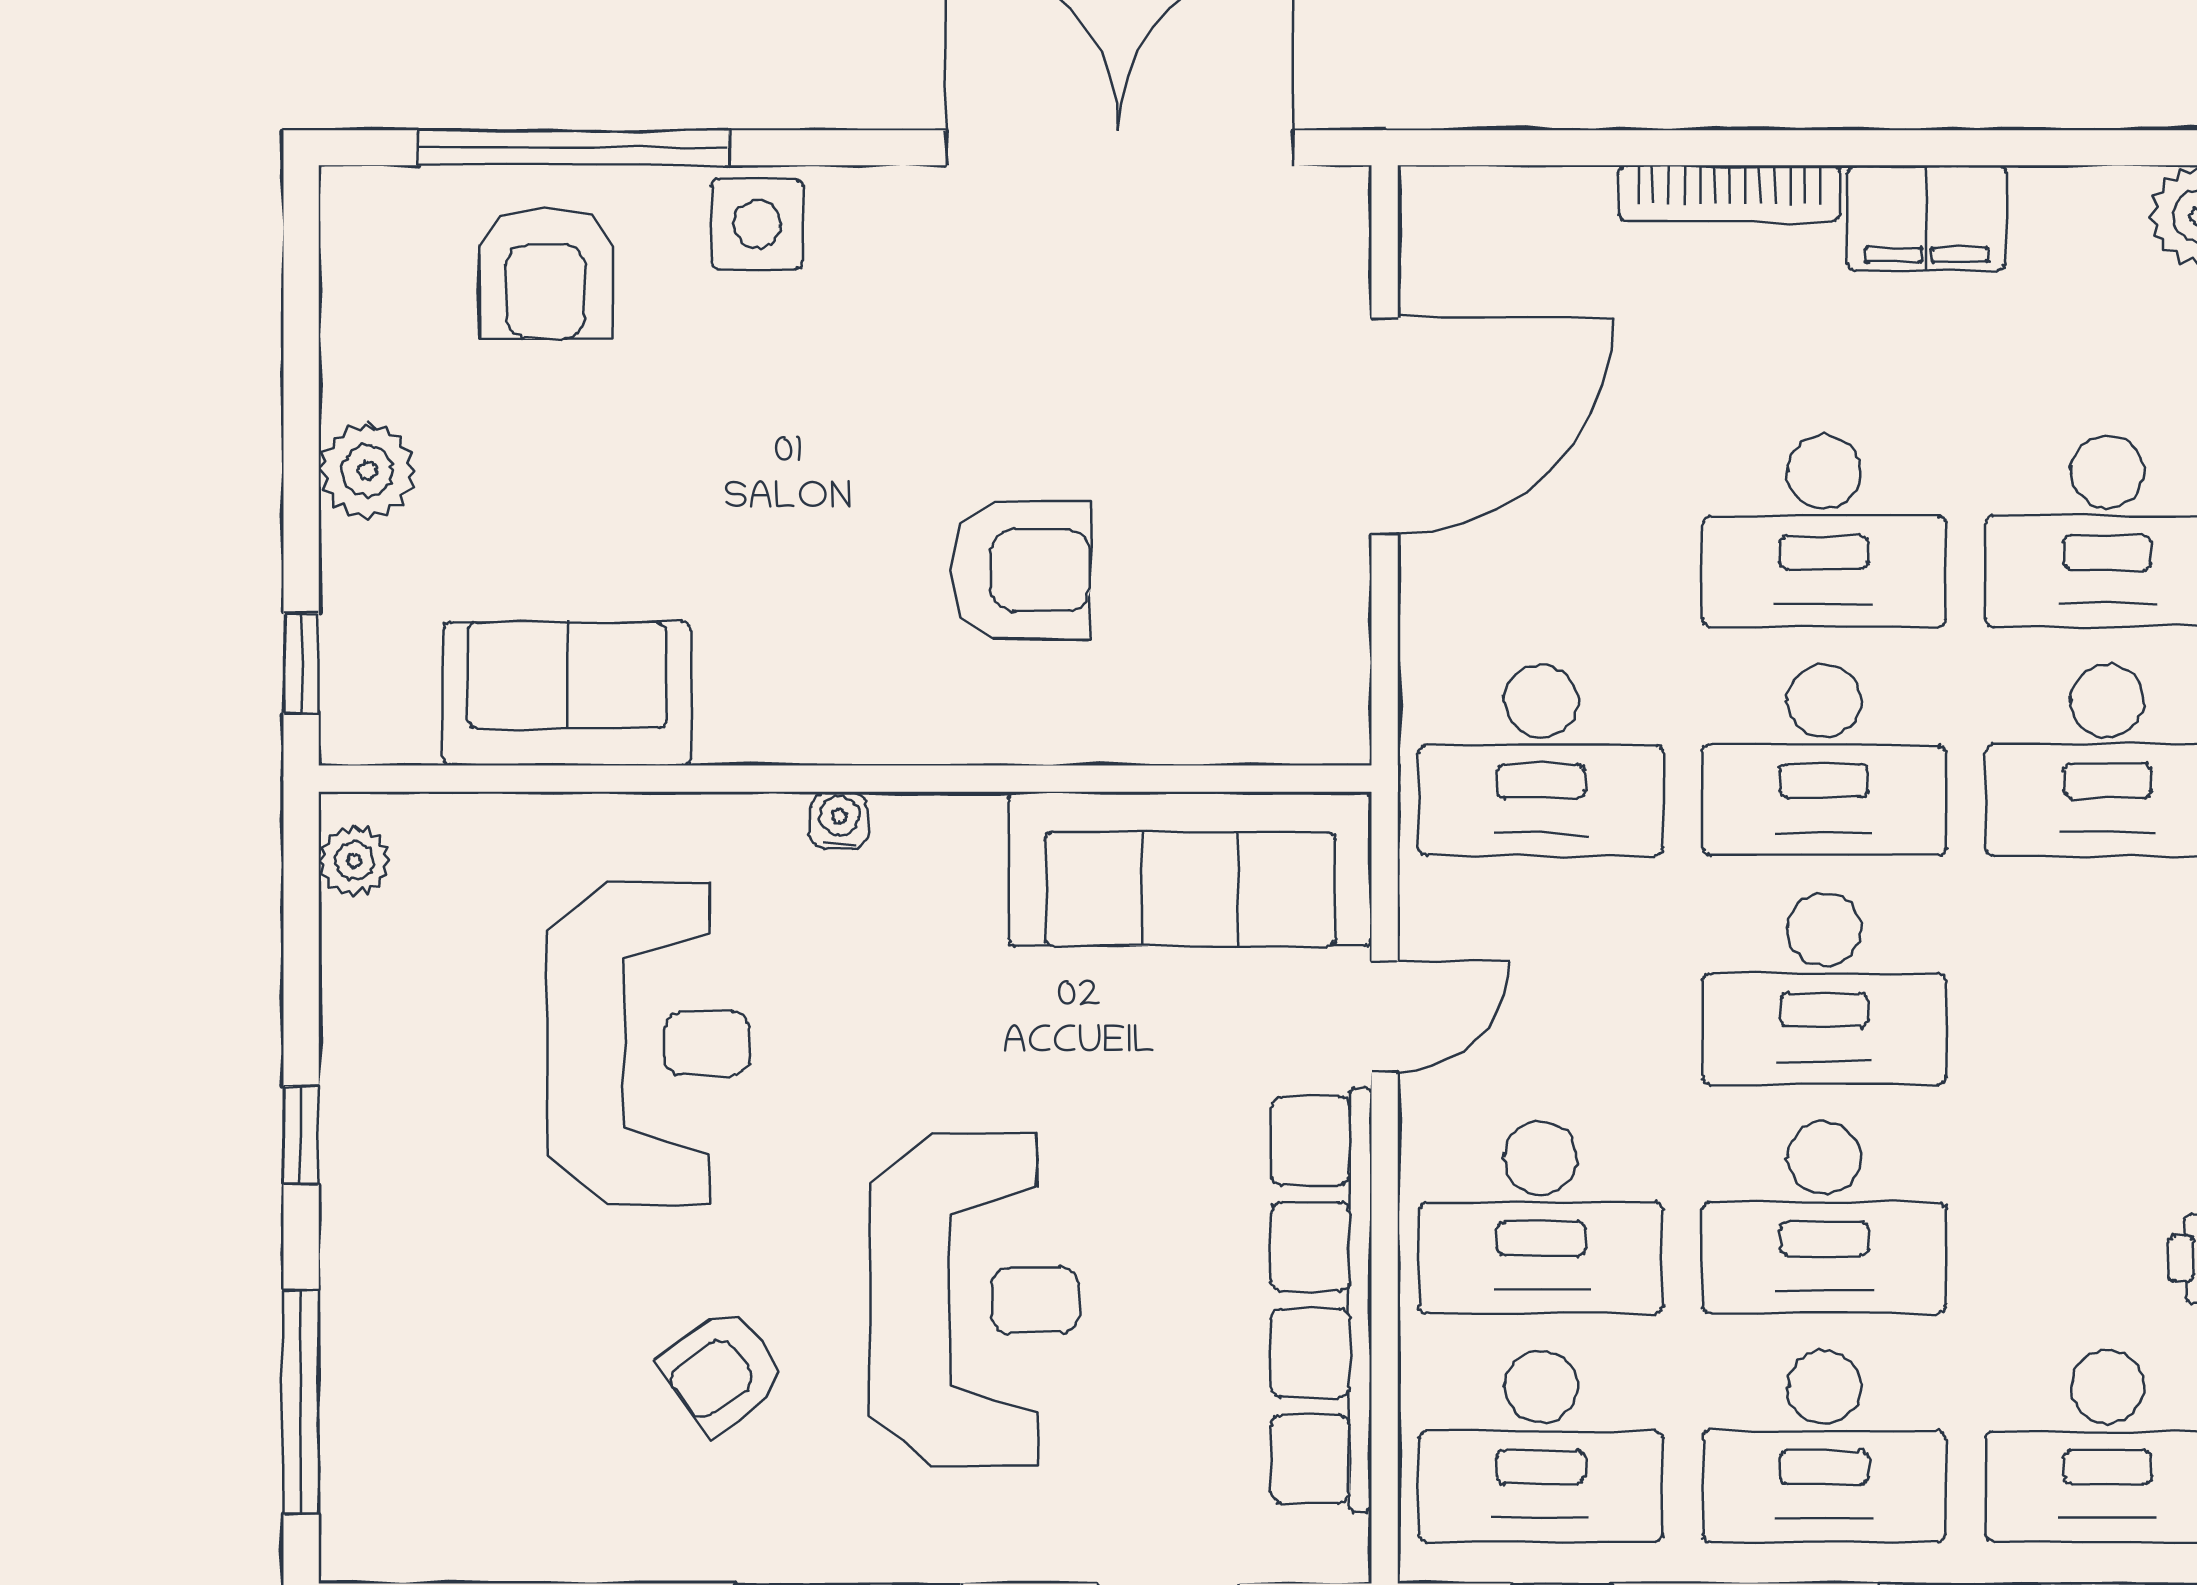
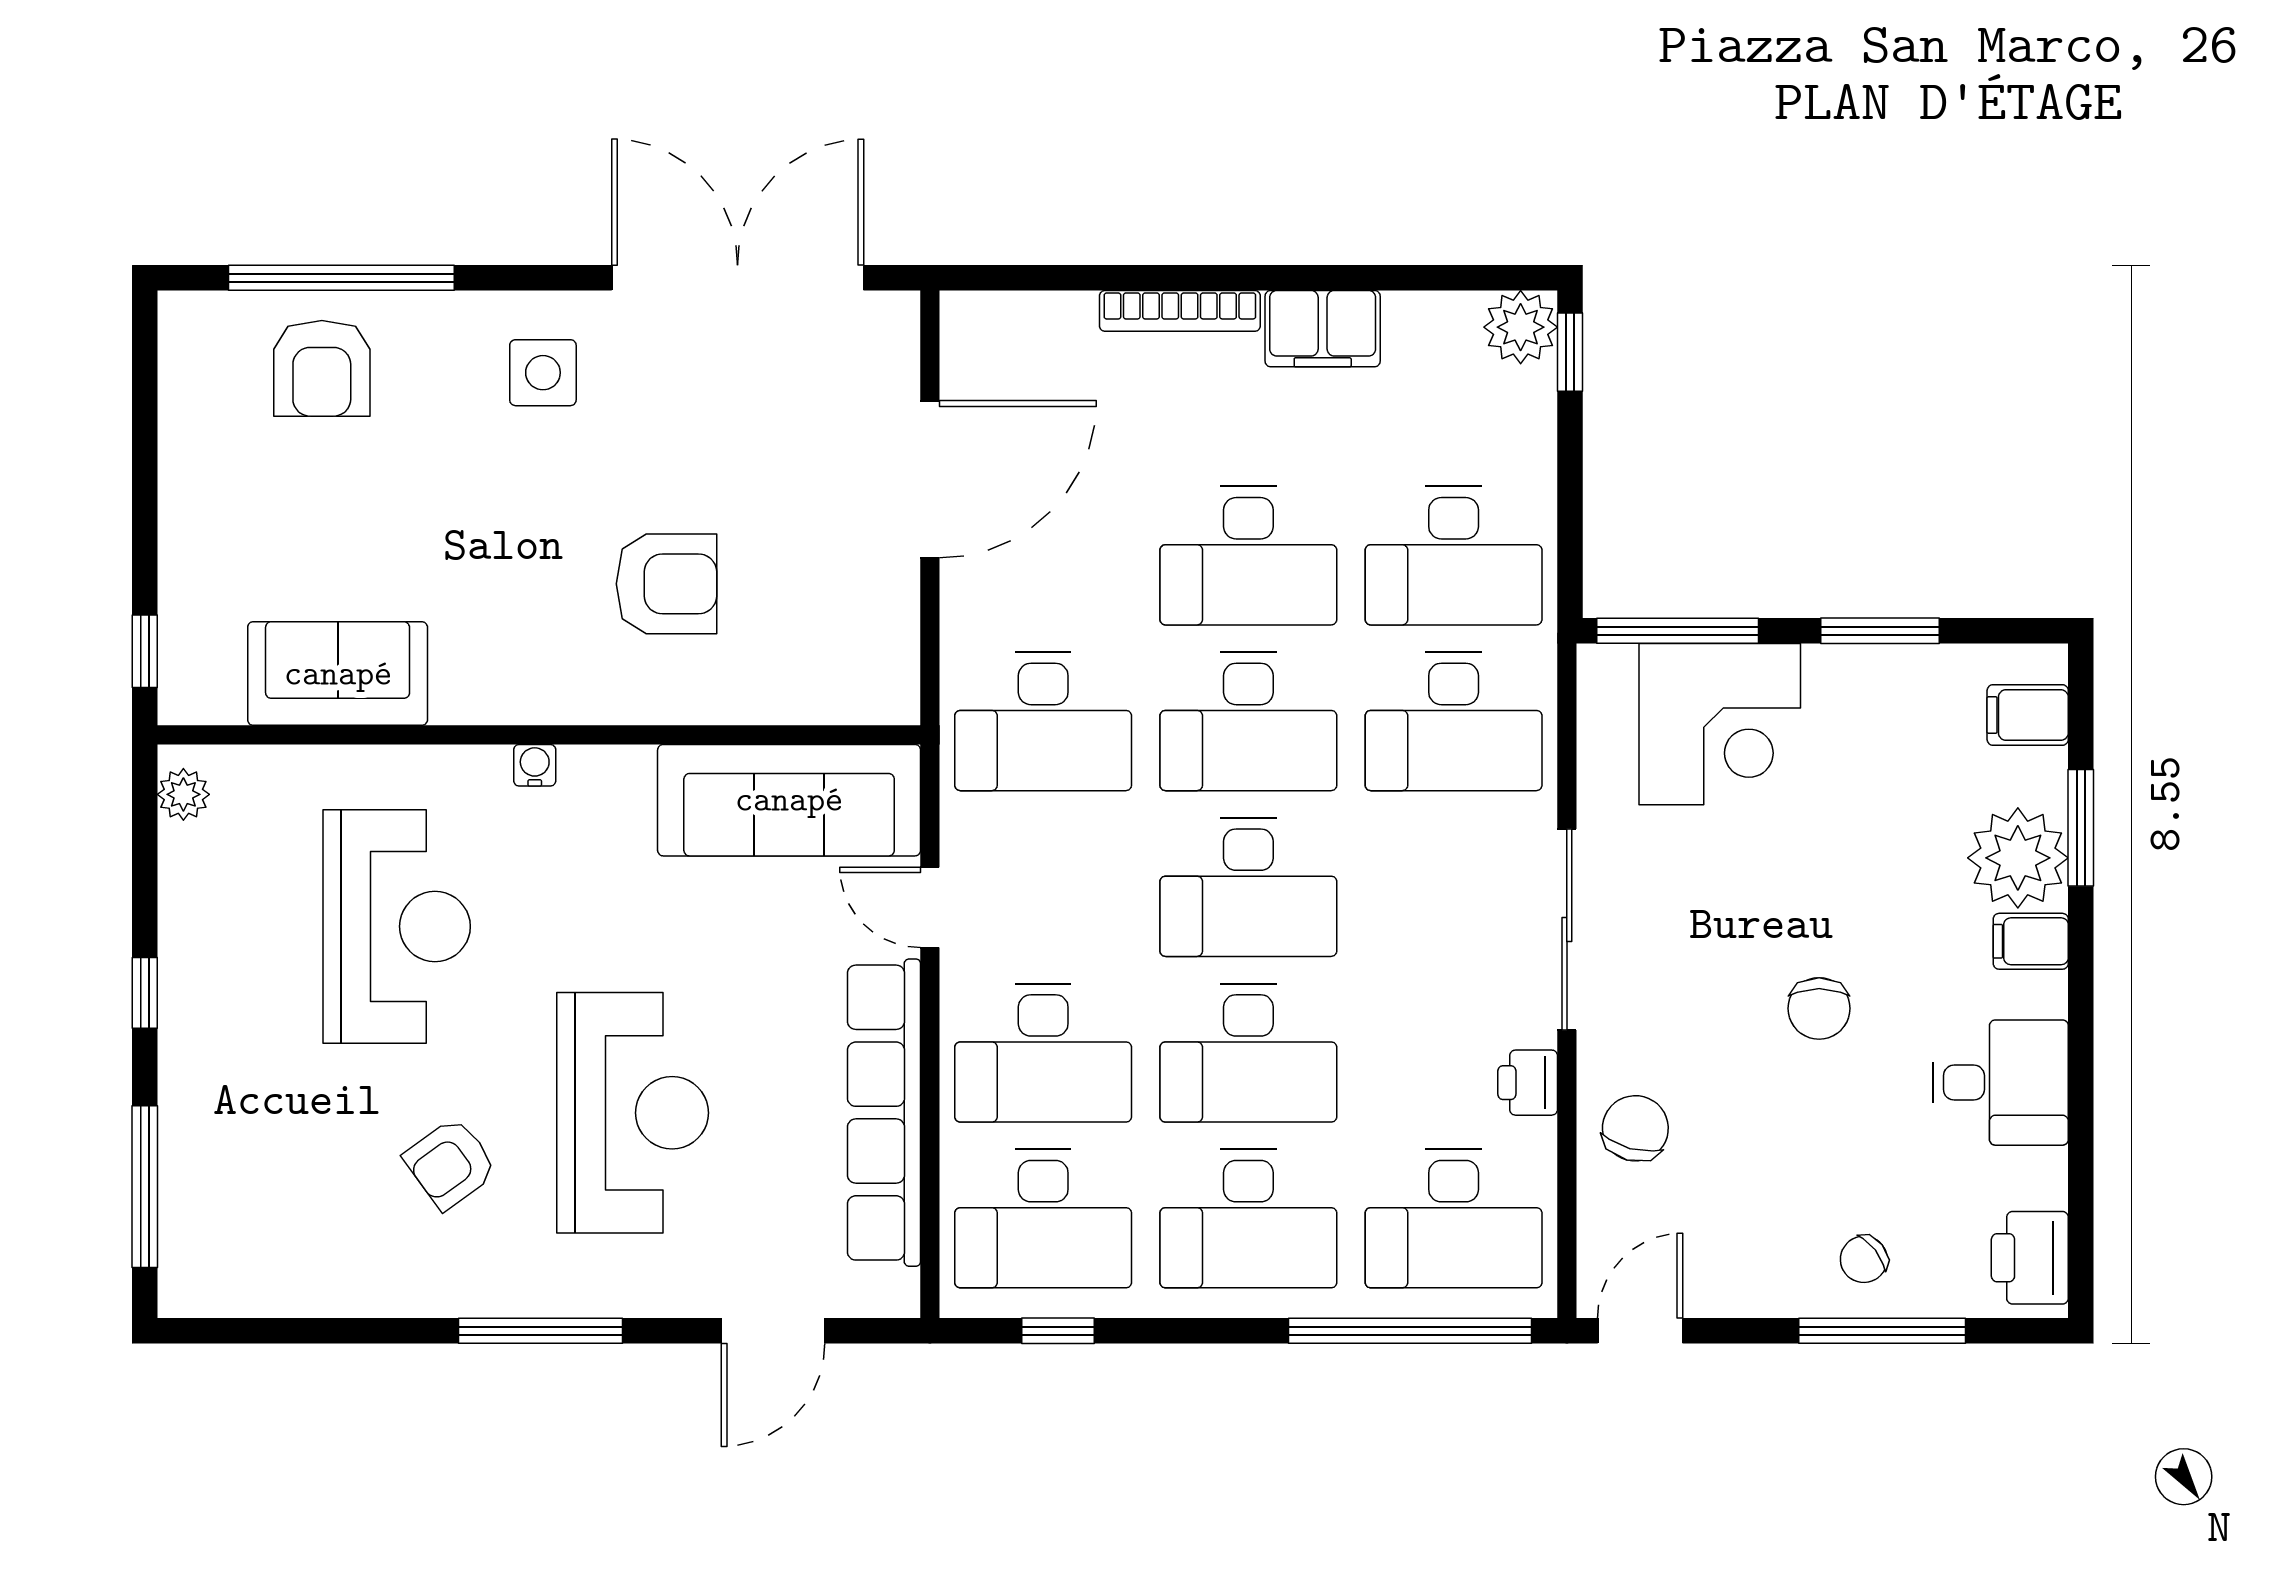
side table: (757, 224) -> (543, 373), moved
plant: (367, 471) -> (193, 512), removed
door: (1385, 1017) -> (930, 907), swing flipped

